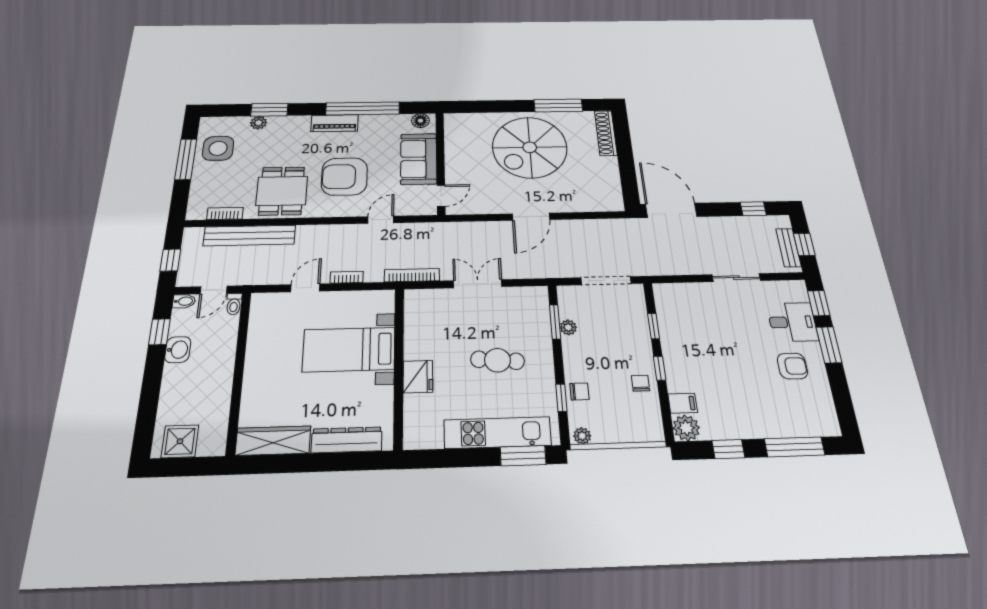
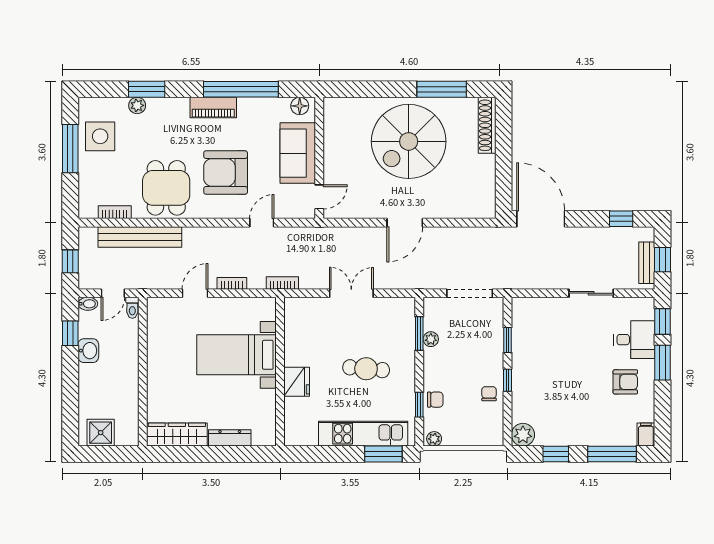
bookcase: (412, 275) -> (282, 283), width x0.64
filing cabinet: (683, 403) -> (646, 435), moved, turned -90
dresser: (347, 440) -> (230, 438), width x0.73, depth x0.80

